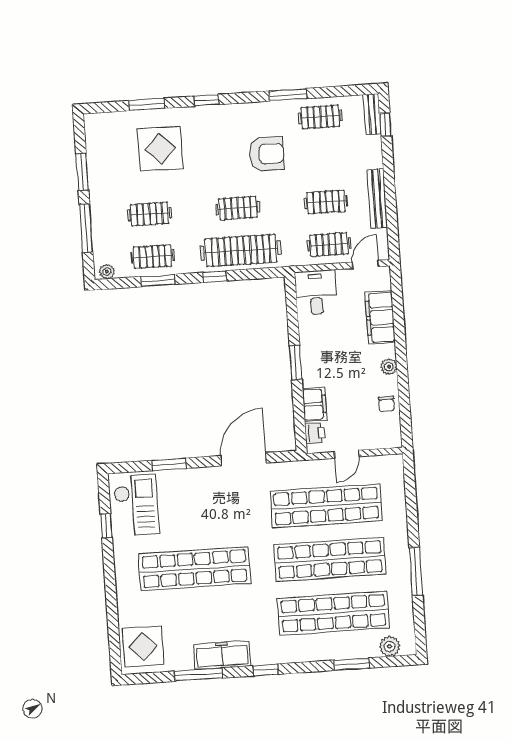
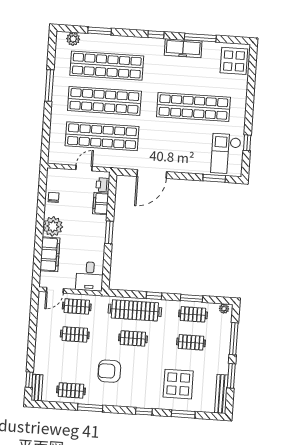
bench: (377, 199) -> (221, 394), moved
plant: (389, 367) -> (53, 226), width x1.88, depth x1.88
window: (169, 464) -> (214, 178), moved

